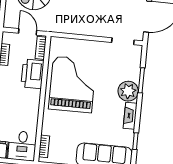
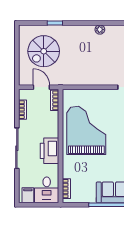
printer: (32, 74) -> (49, 151), moved

